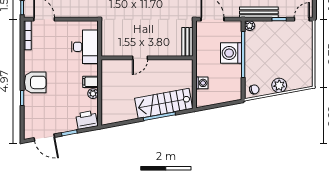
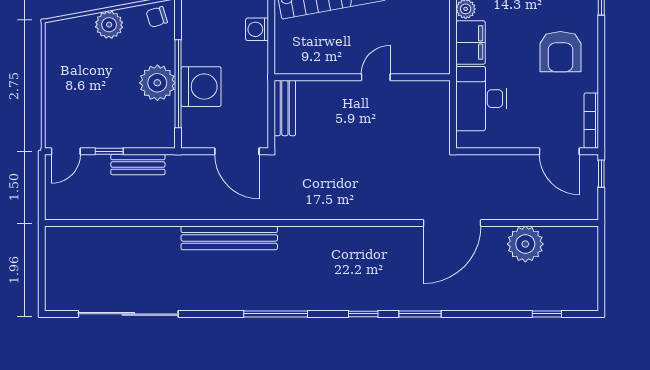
bench: (259, 12) -> (138, 165), width x0.73
plant: (250, 26) -> (157, 83), moved, width x1.88, depth x1.88
armchair: (35, 82) -> (560, 52), moved, turned -90
filing cabinet: (90, 82) -> (470, 42), width x2.00

